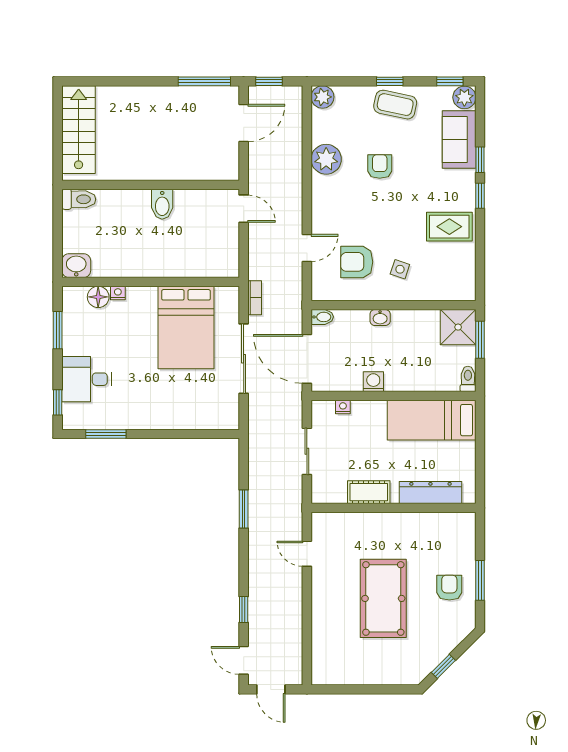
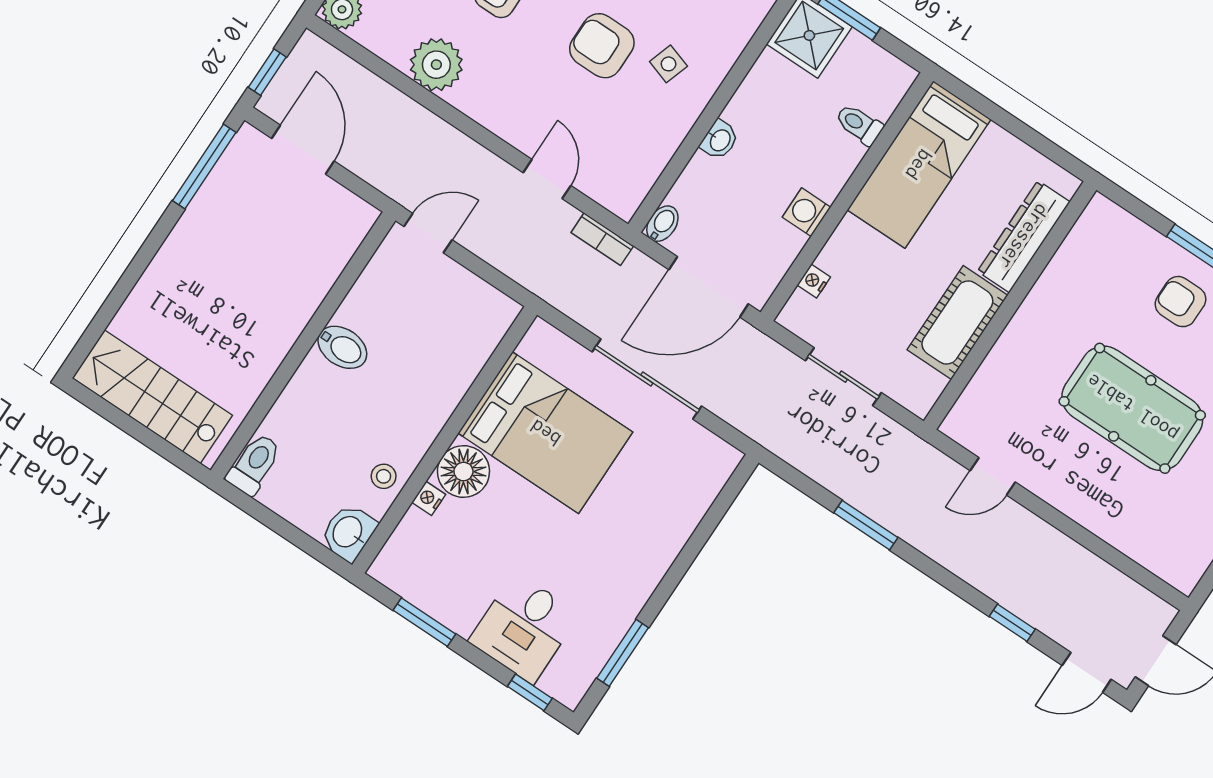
armchair: (357, 262) -> (602, 46), moved, turned 90
stool: (114, 265) -> (384, 476), added
floor lamp: (98, 297) -> (463, 472), moved, width x1.38, depth x1.38
bookcase: (255, 298) -> (602, 239), moved, turned 180
toilet: (468, 379) -> (859, 124), moved
cot: (369, 492) -> (957, 323), width x1.37, depth x1.34

